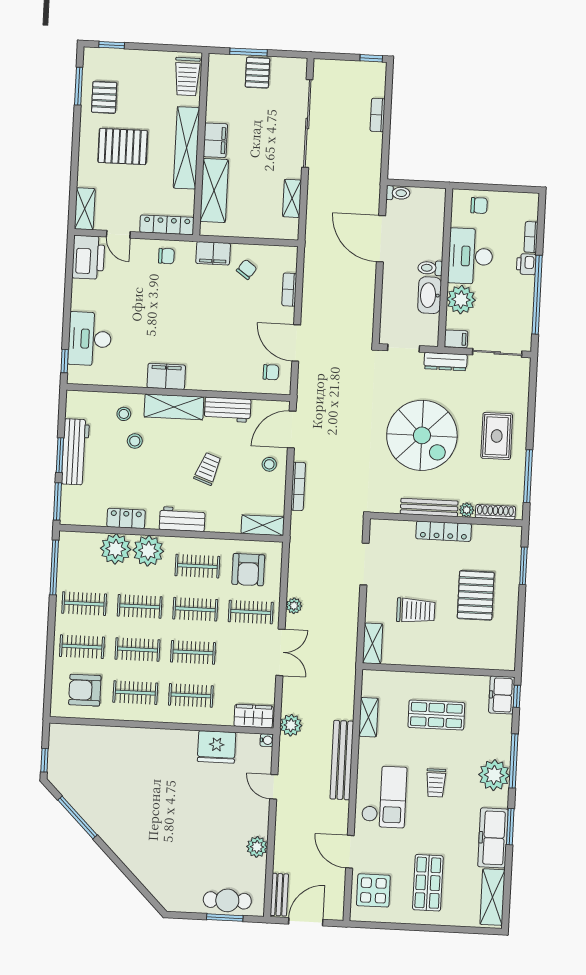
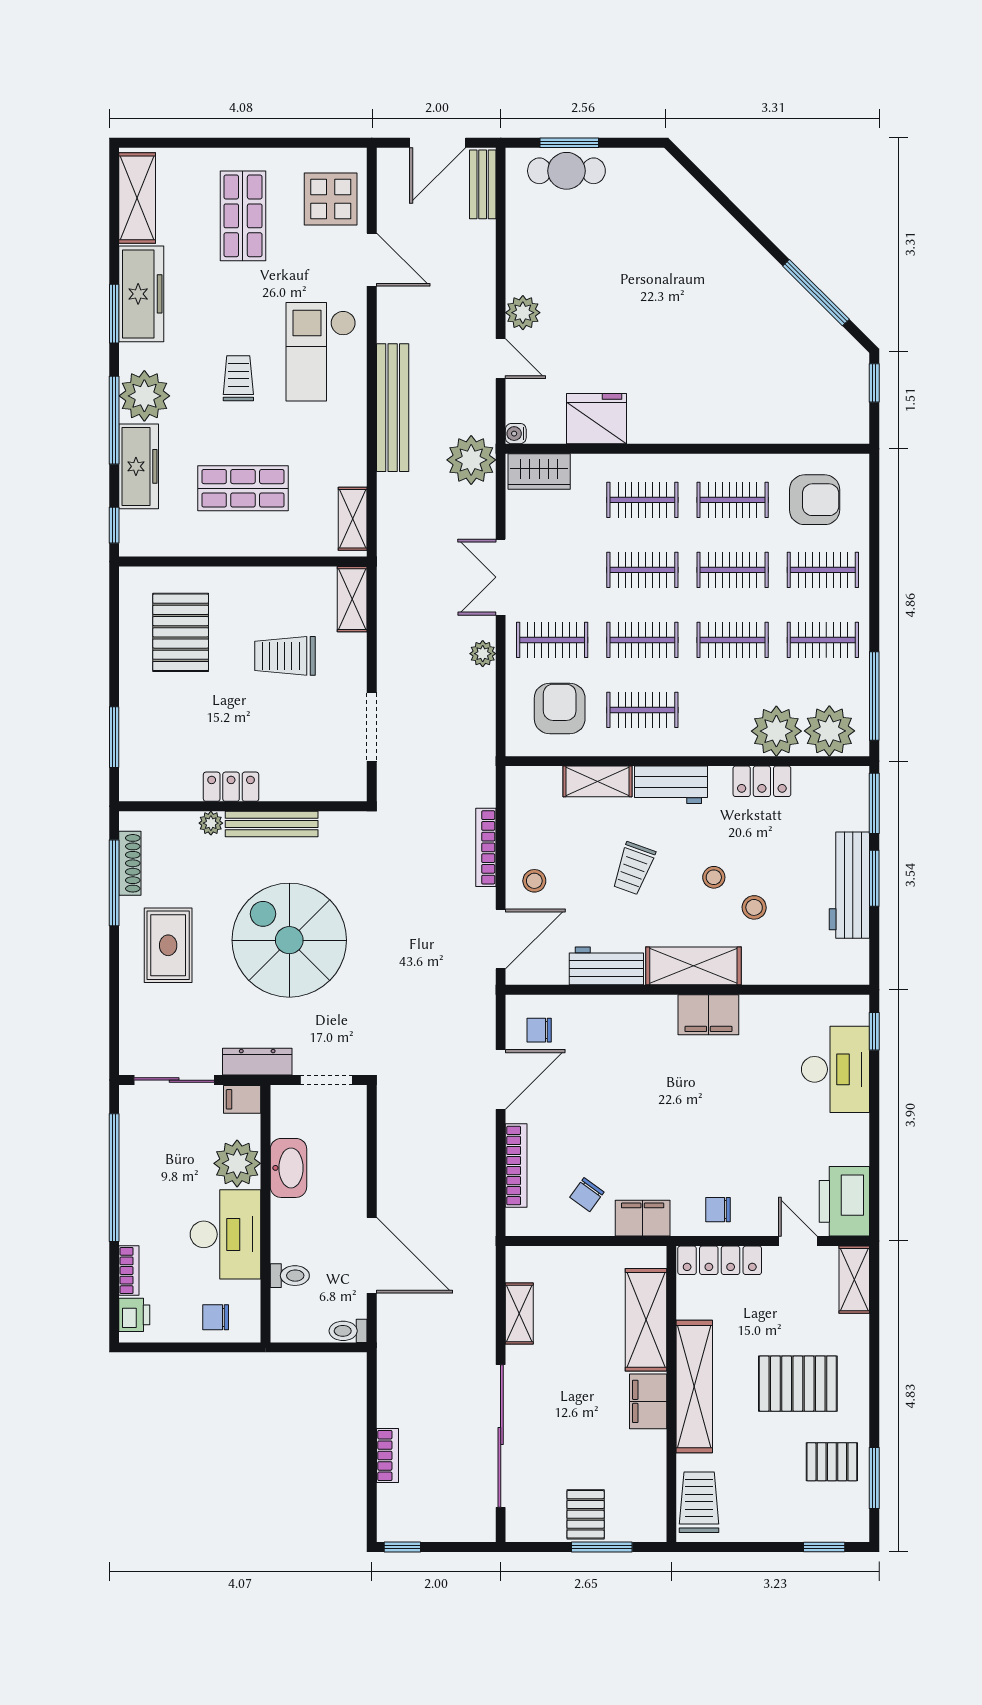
pallet: (104, 97) -> (832, 1462), turned 90
printer: (526, 264) -> (134, 1315), moved
toilet: (430, 268) -> (290, 1276), moved
bookcase: (289, 290) -> (516, 1166), width x1.56
door: (296, 343) -> (501, 1080), hinge flipped
stool: (124, 414) -> (714, 877), moved
shoe rack: (495, 512) -> (130, 863), moved, turned -90
shelving: (263, 525) -> (598, 781), moved
locker: (444, 531) -> (231, 787), width x0.66
plant: (148, 551) -> (829, 731), moved
pallet: (476, 595) -> (181, 632), moved
freezer: (502, 695) -> (139, 466), moved, width x1.40
shelving: (369, 717) -> (353, 519), moved
plant: (291, 725) -> (471, 460), width x1.36, depth x1.36
plant: (257, 847) -> (523, 313), moved

